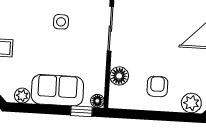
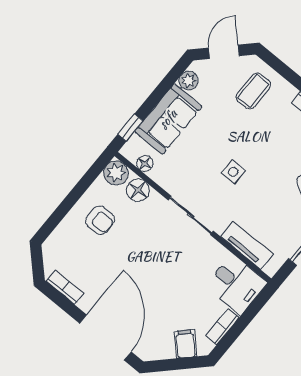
floor lamp: (97, 101) -> (145, 164), moved
plant: (191, 103) -> (116, 173), moved

